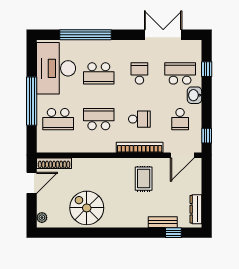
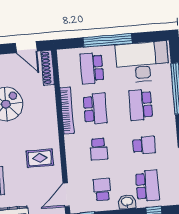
school desk: (180, 119) -> (102, 189), turned 90
bookcase: (140, 147) -> (67, 111), moved
door: (182, 155) -> (66, 195), hinge flipped

